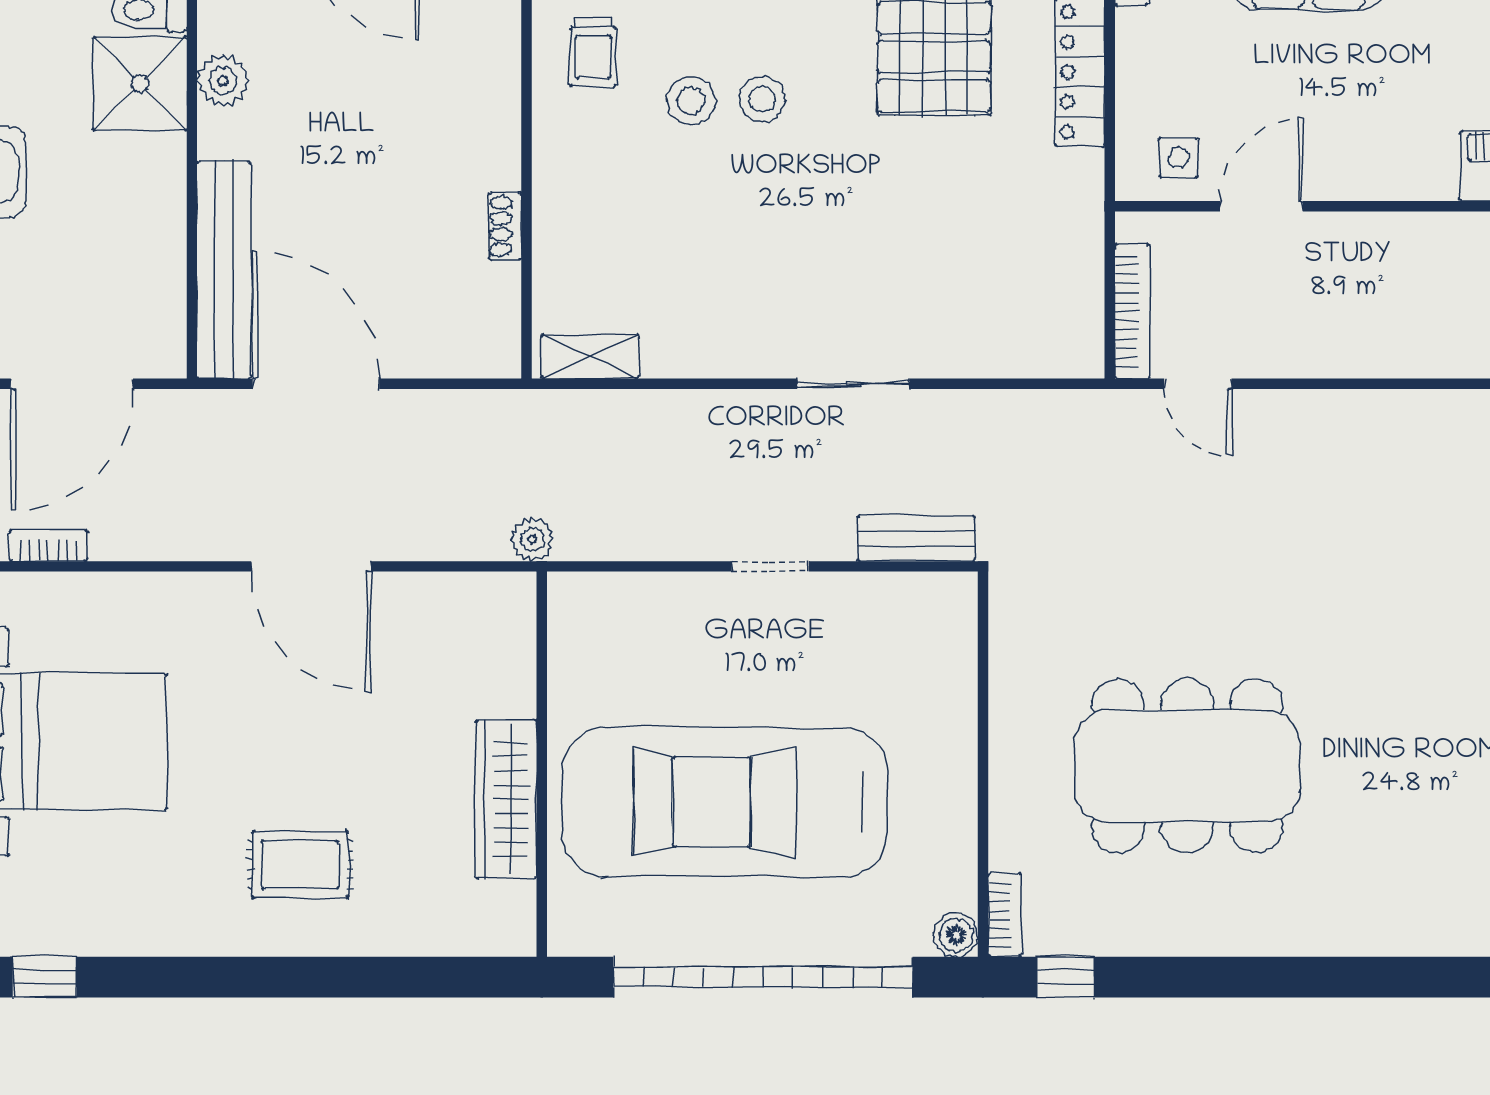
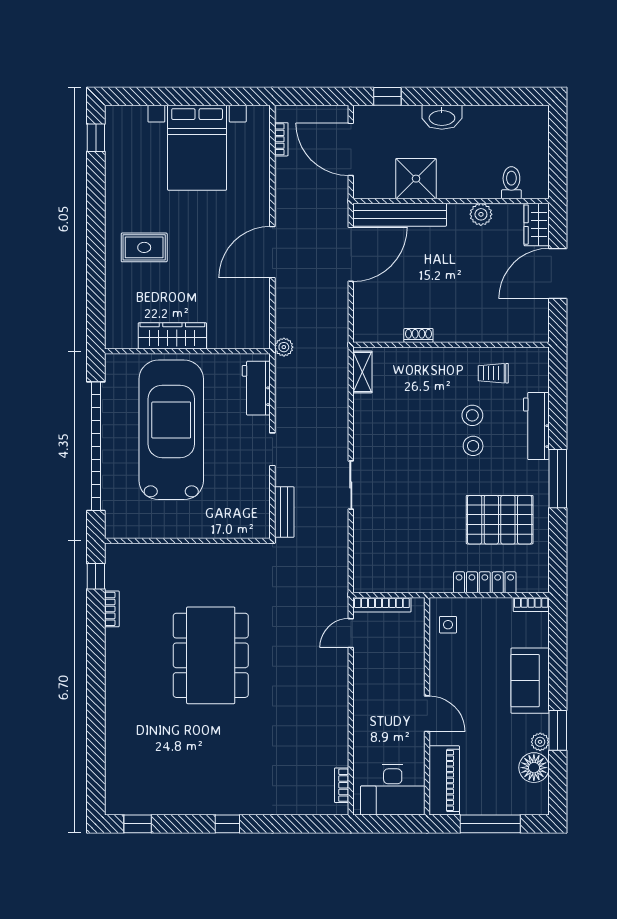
shower: (140, 84) -> (416, 179), moved
door: (1261, 206) -> (427, 714), moved
workbench: (628, 604) -> (256, 388), added
dining table: (1187, 766) -> (211, 655), moved
rug: (300, 865) -> (144, 247), turned 90
bookcase: (1005, 915) -> (112, 609), moved, turned -90
boiler: (956, 935) -> (114, 529), removed

